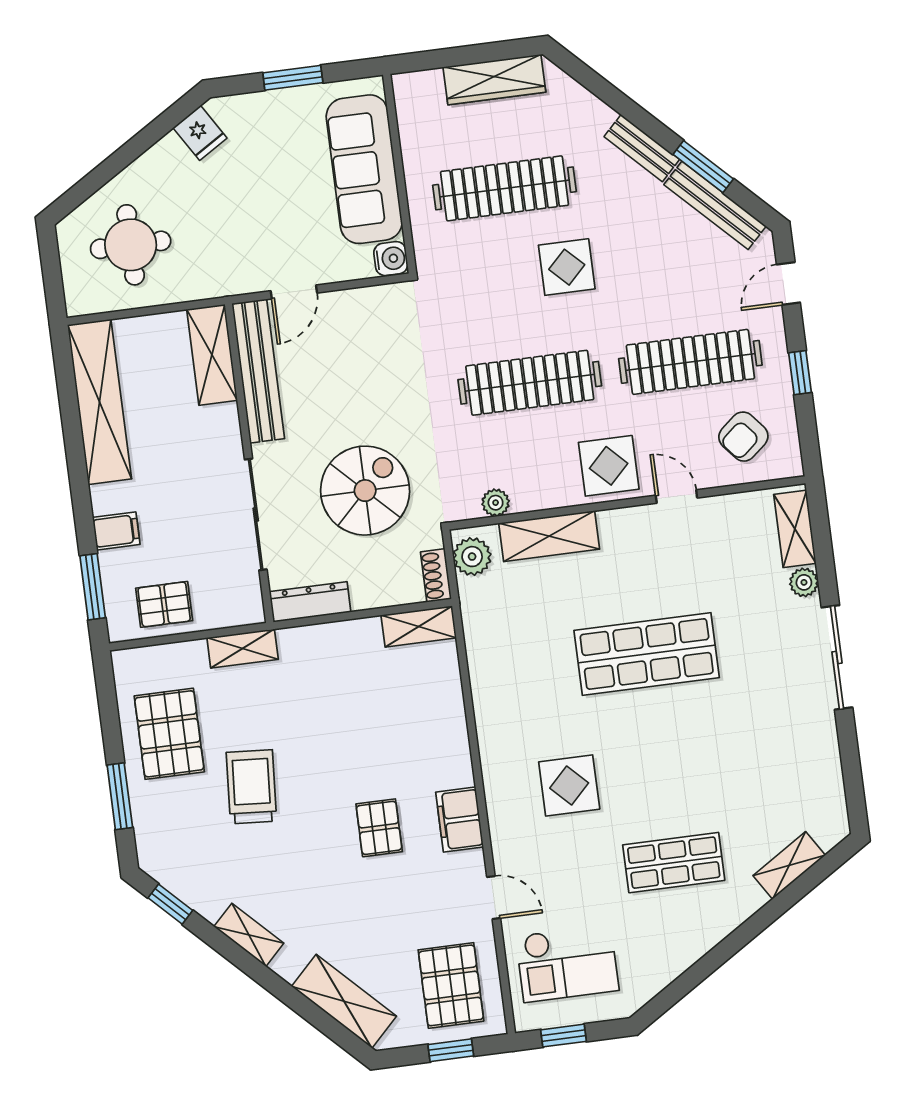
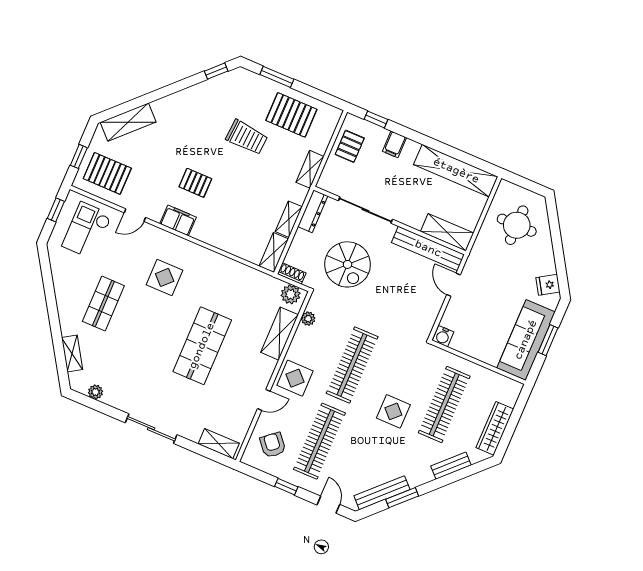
bench: (642, 148) -> (451, 466), moved
sofa: (364, 169) -> (526, 340), moved, turned -90
plant: (804, 582) -> (95, 392), moved
window: (93, 587) -> (376, 119), width x0.67
shelving: (249, 935) -> (289, 219), moved, turned -45

